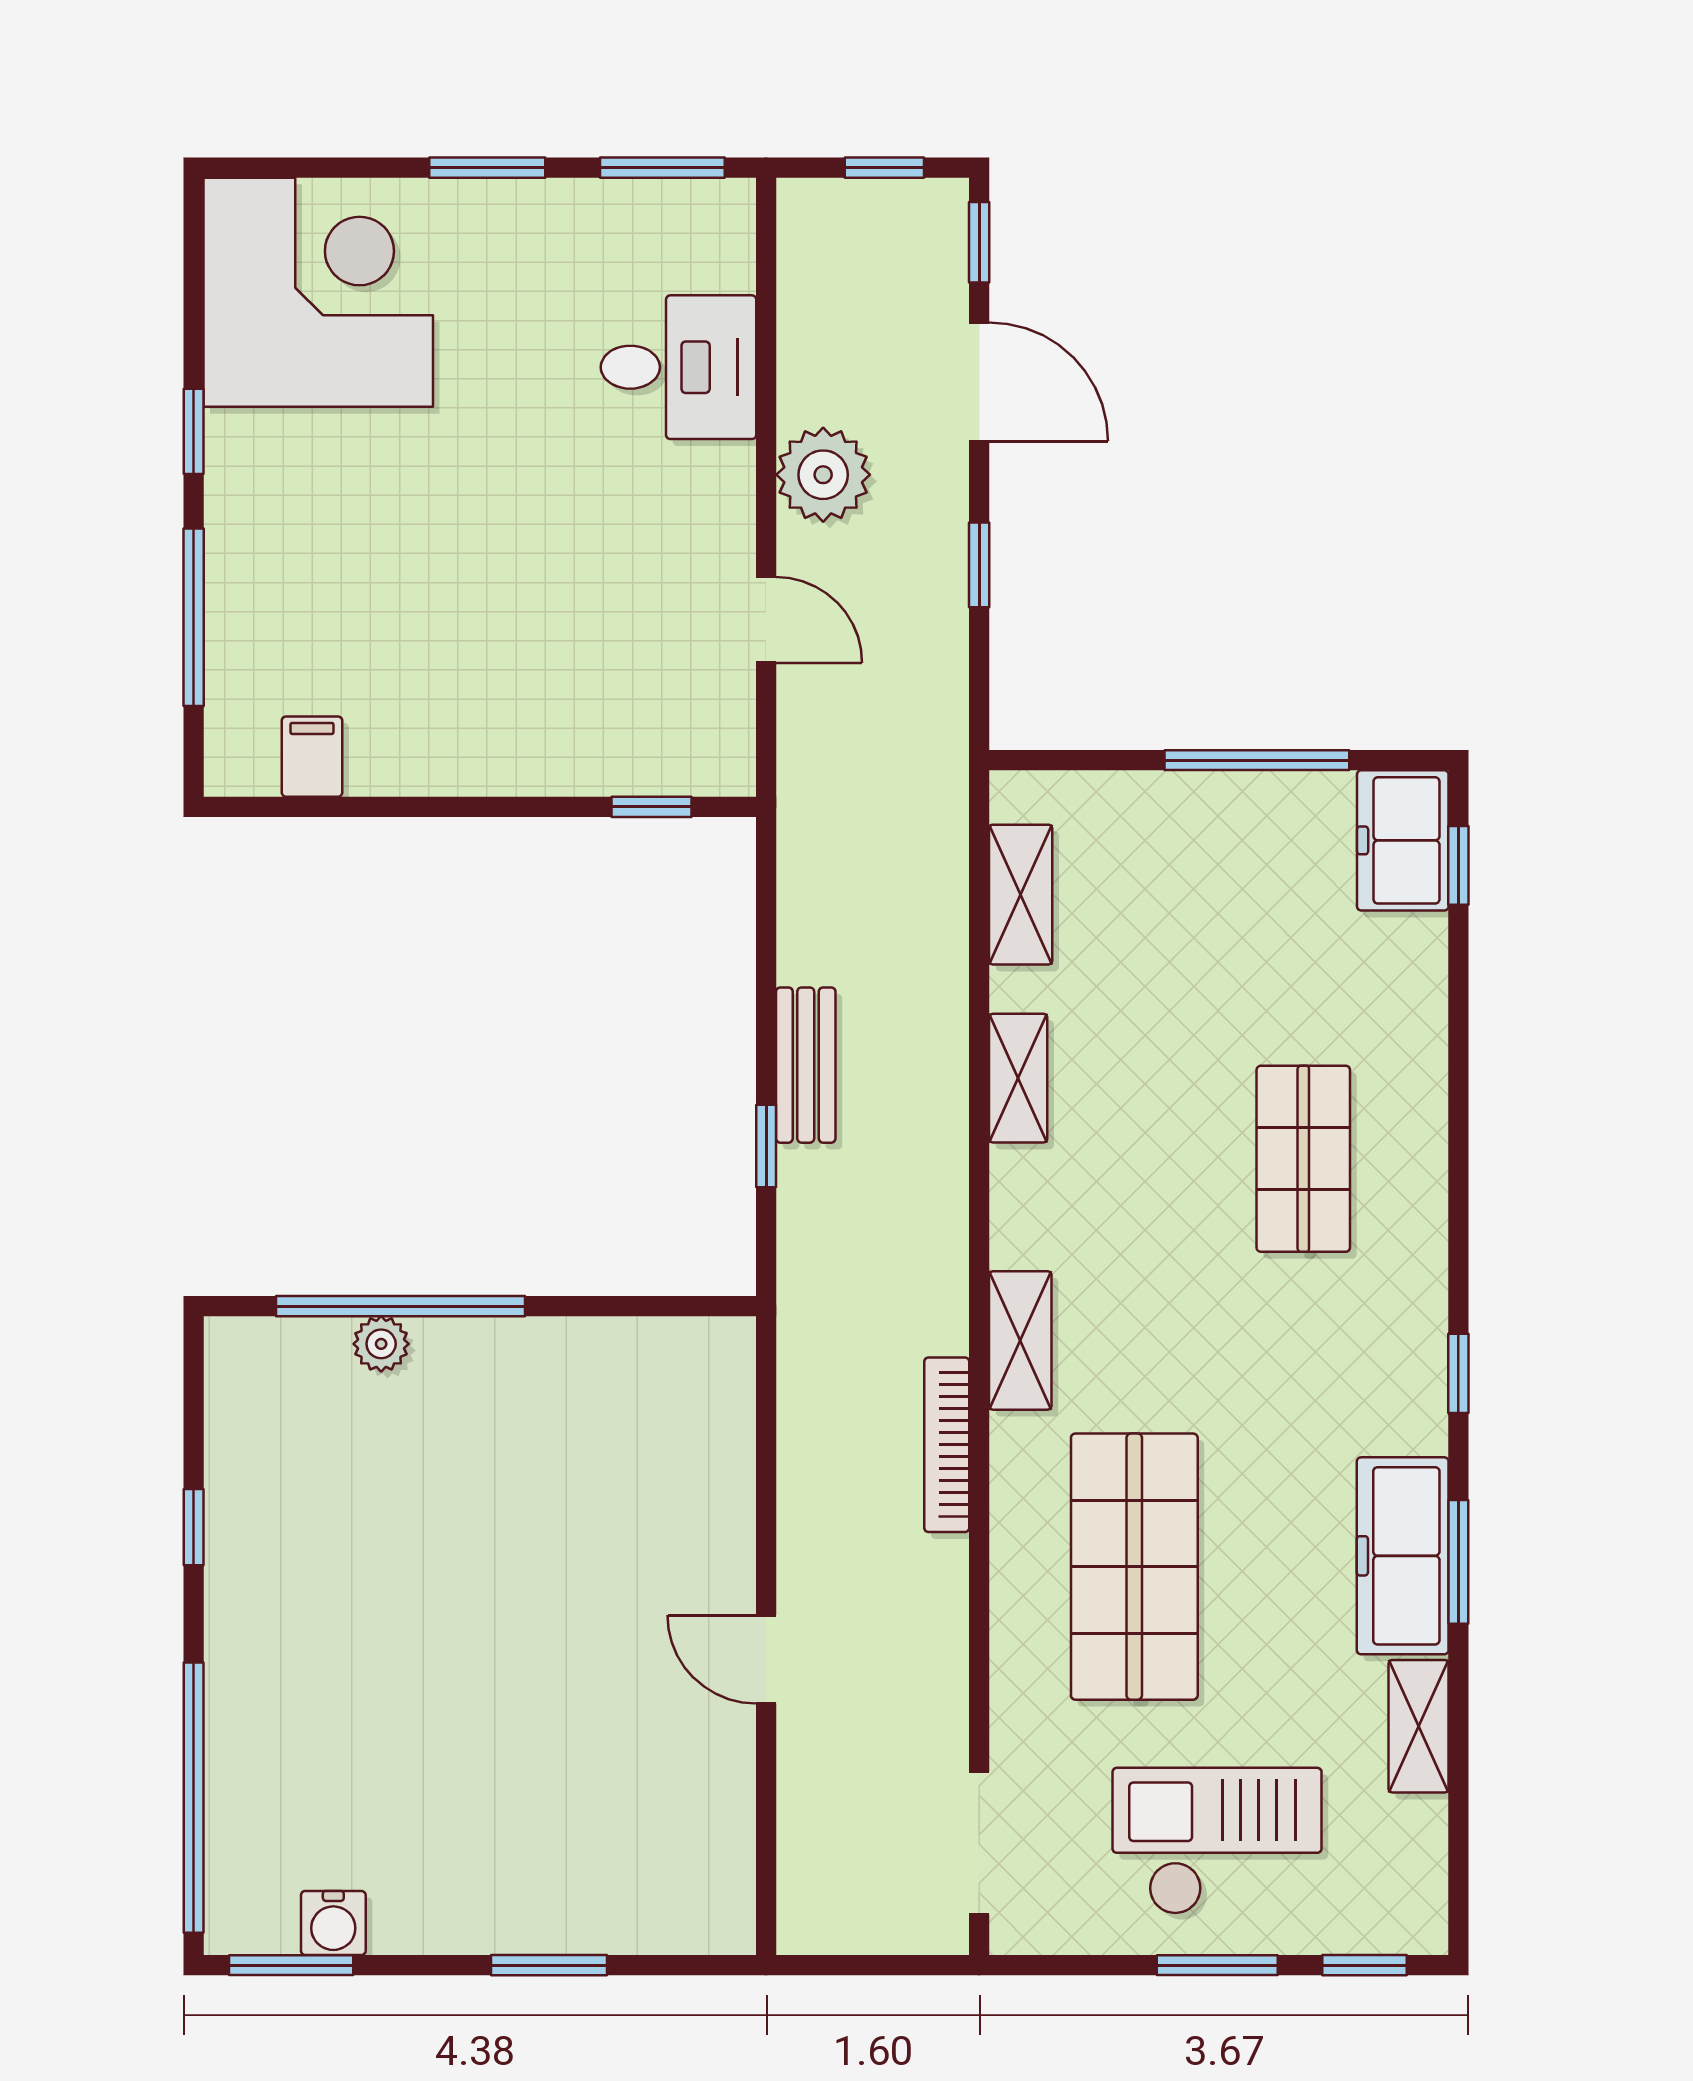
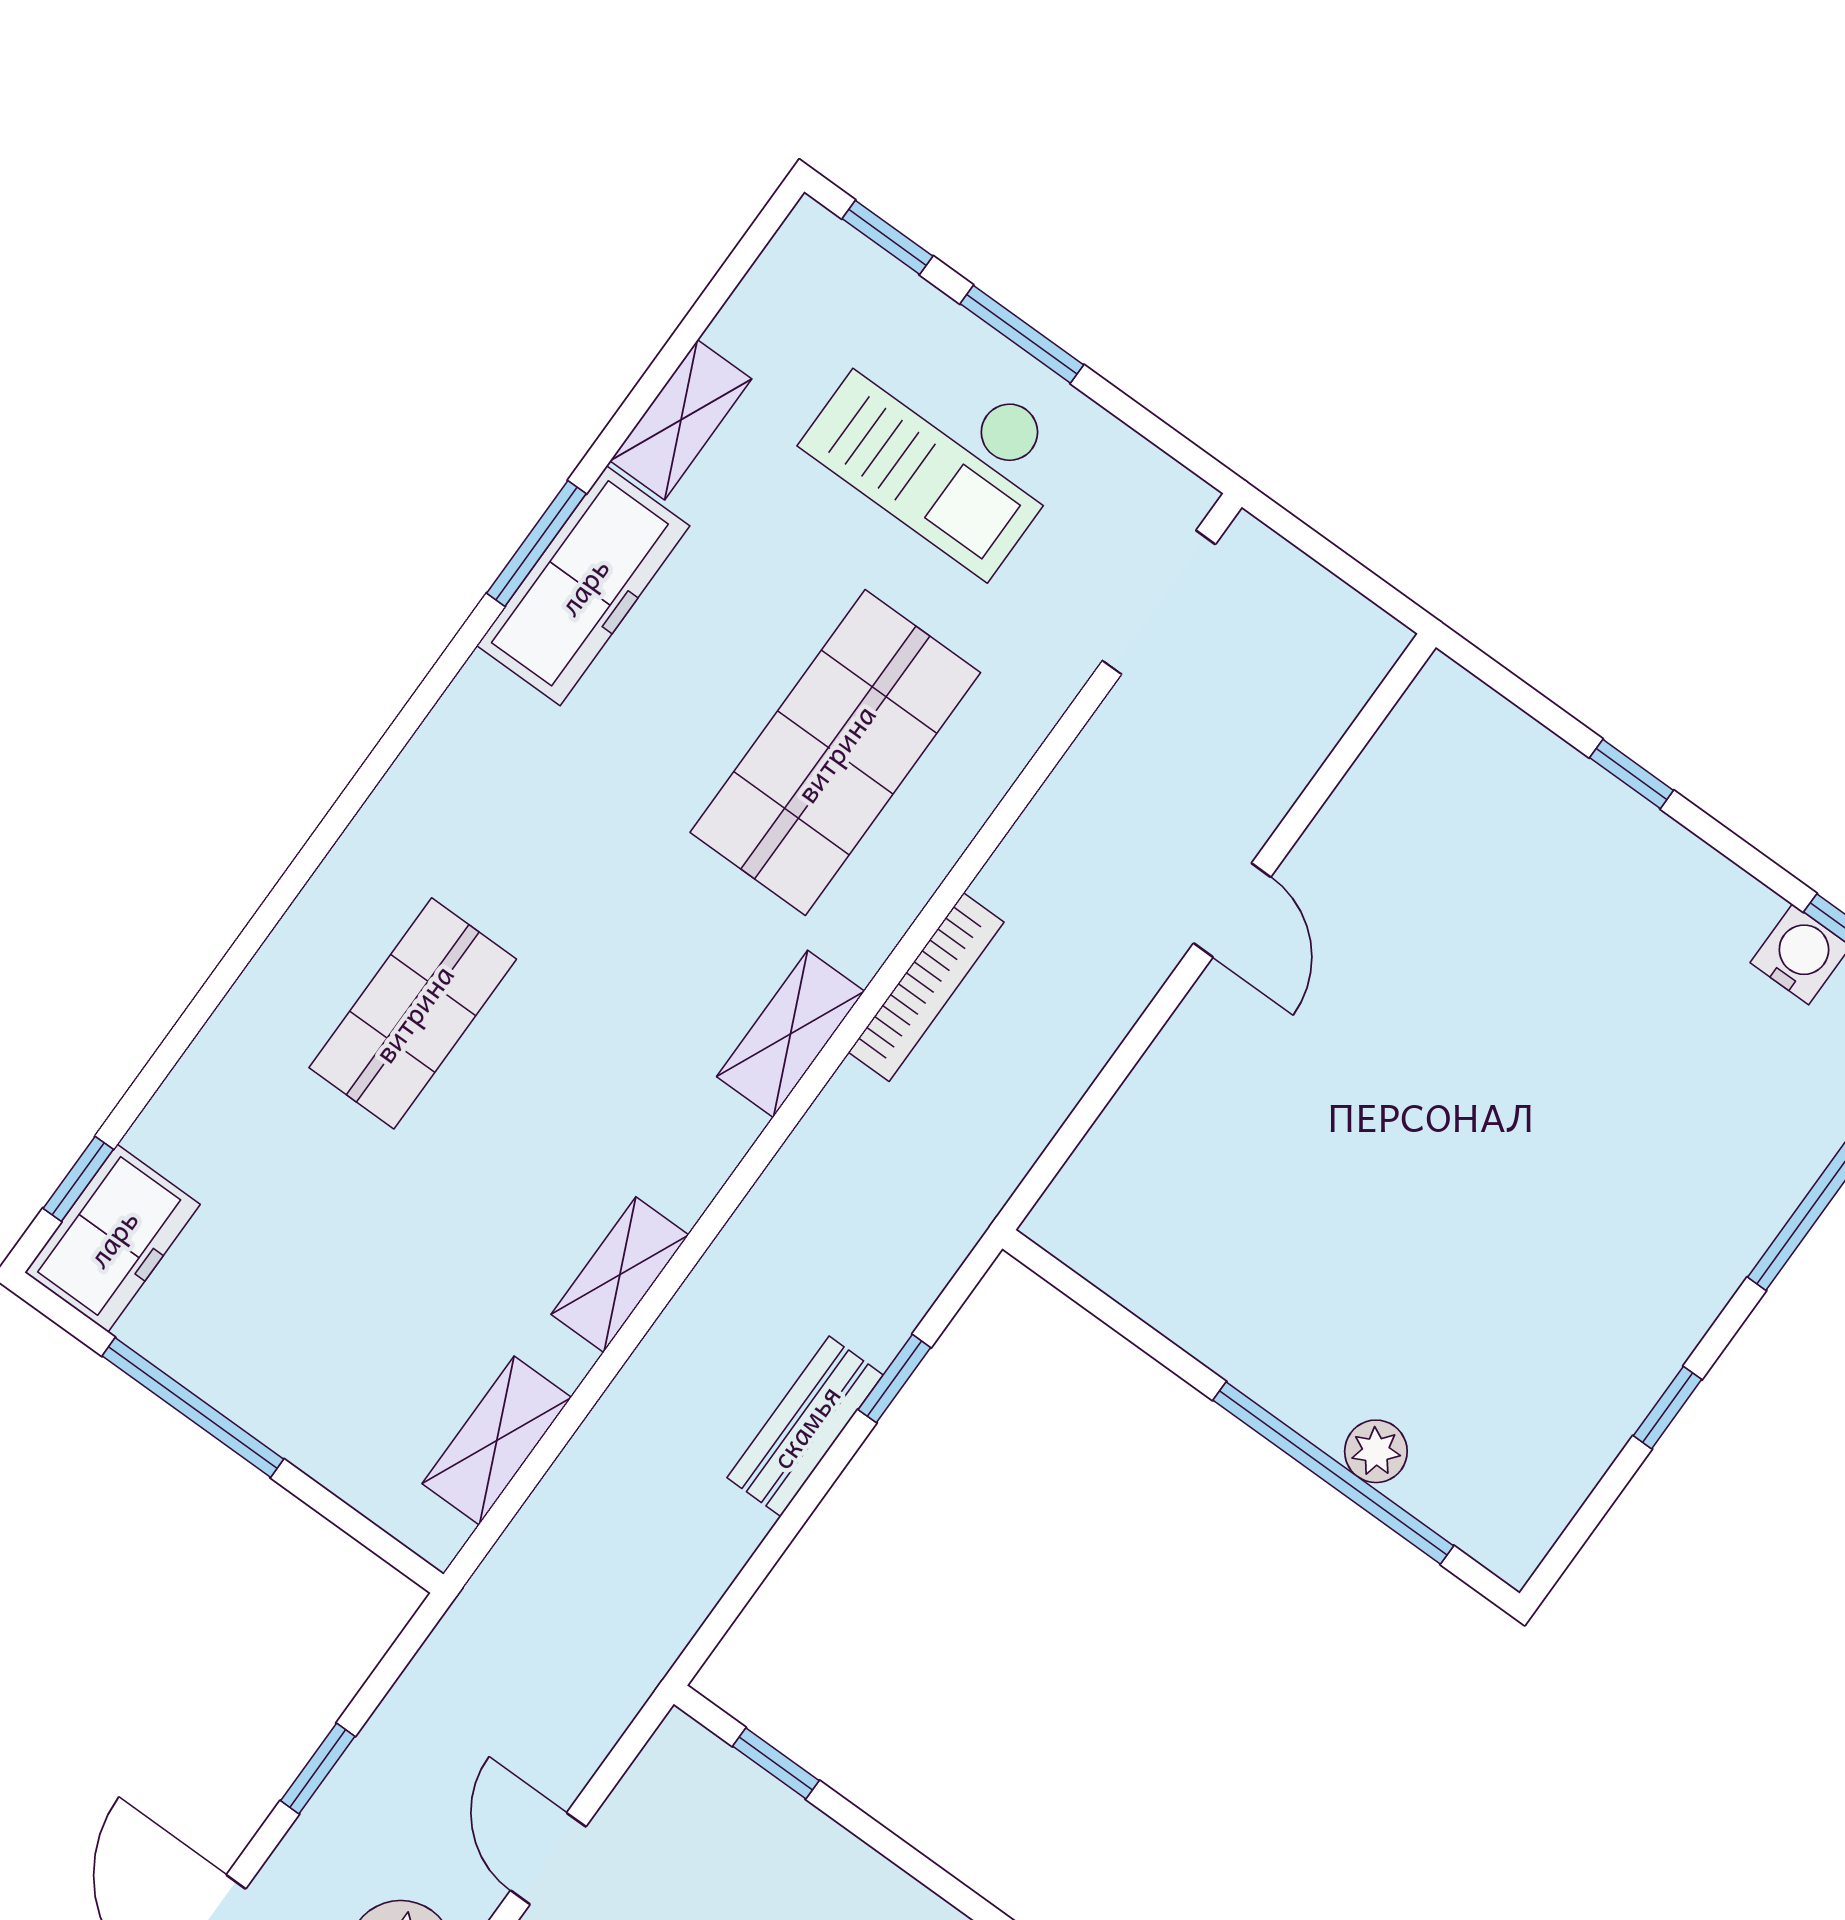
window: (1458, 1373) -> (412, 716), removed
window: (549, 1965) -> (1632, 774), width x0.67

